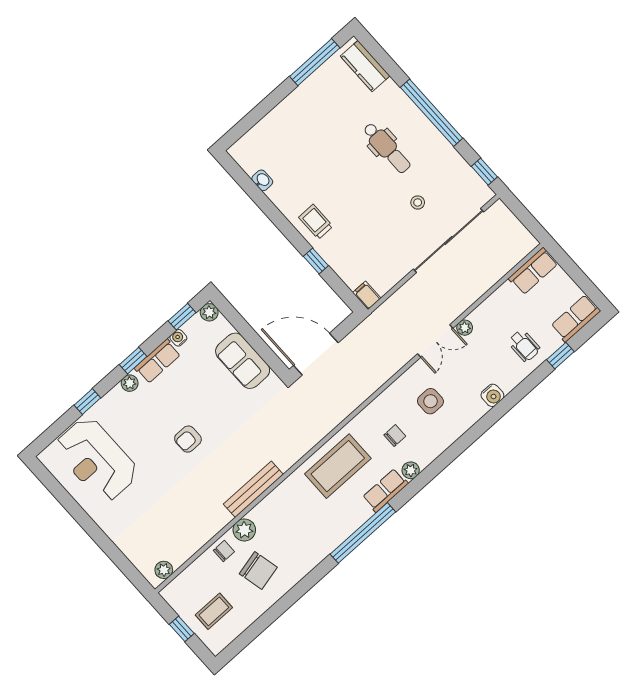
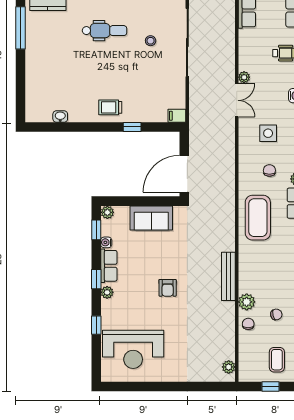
chair: (258, 571) -> (276, 314), width x0.54, depth x0.54

